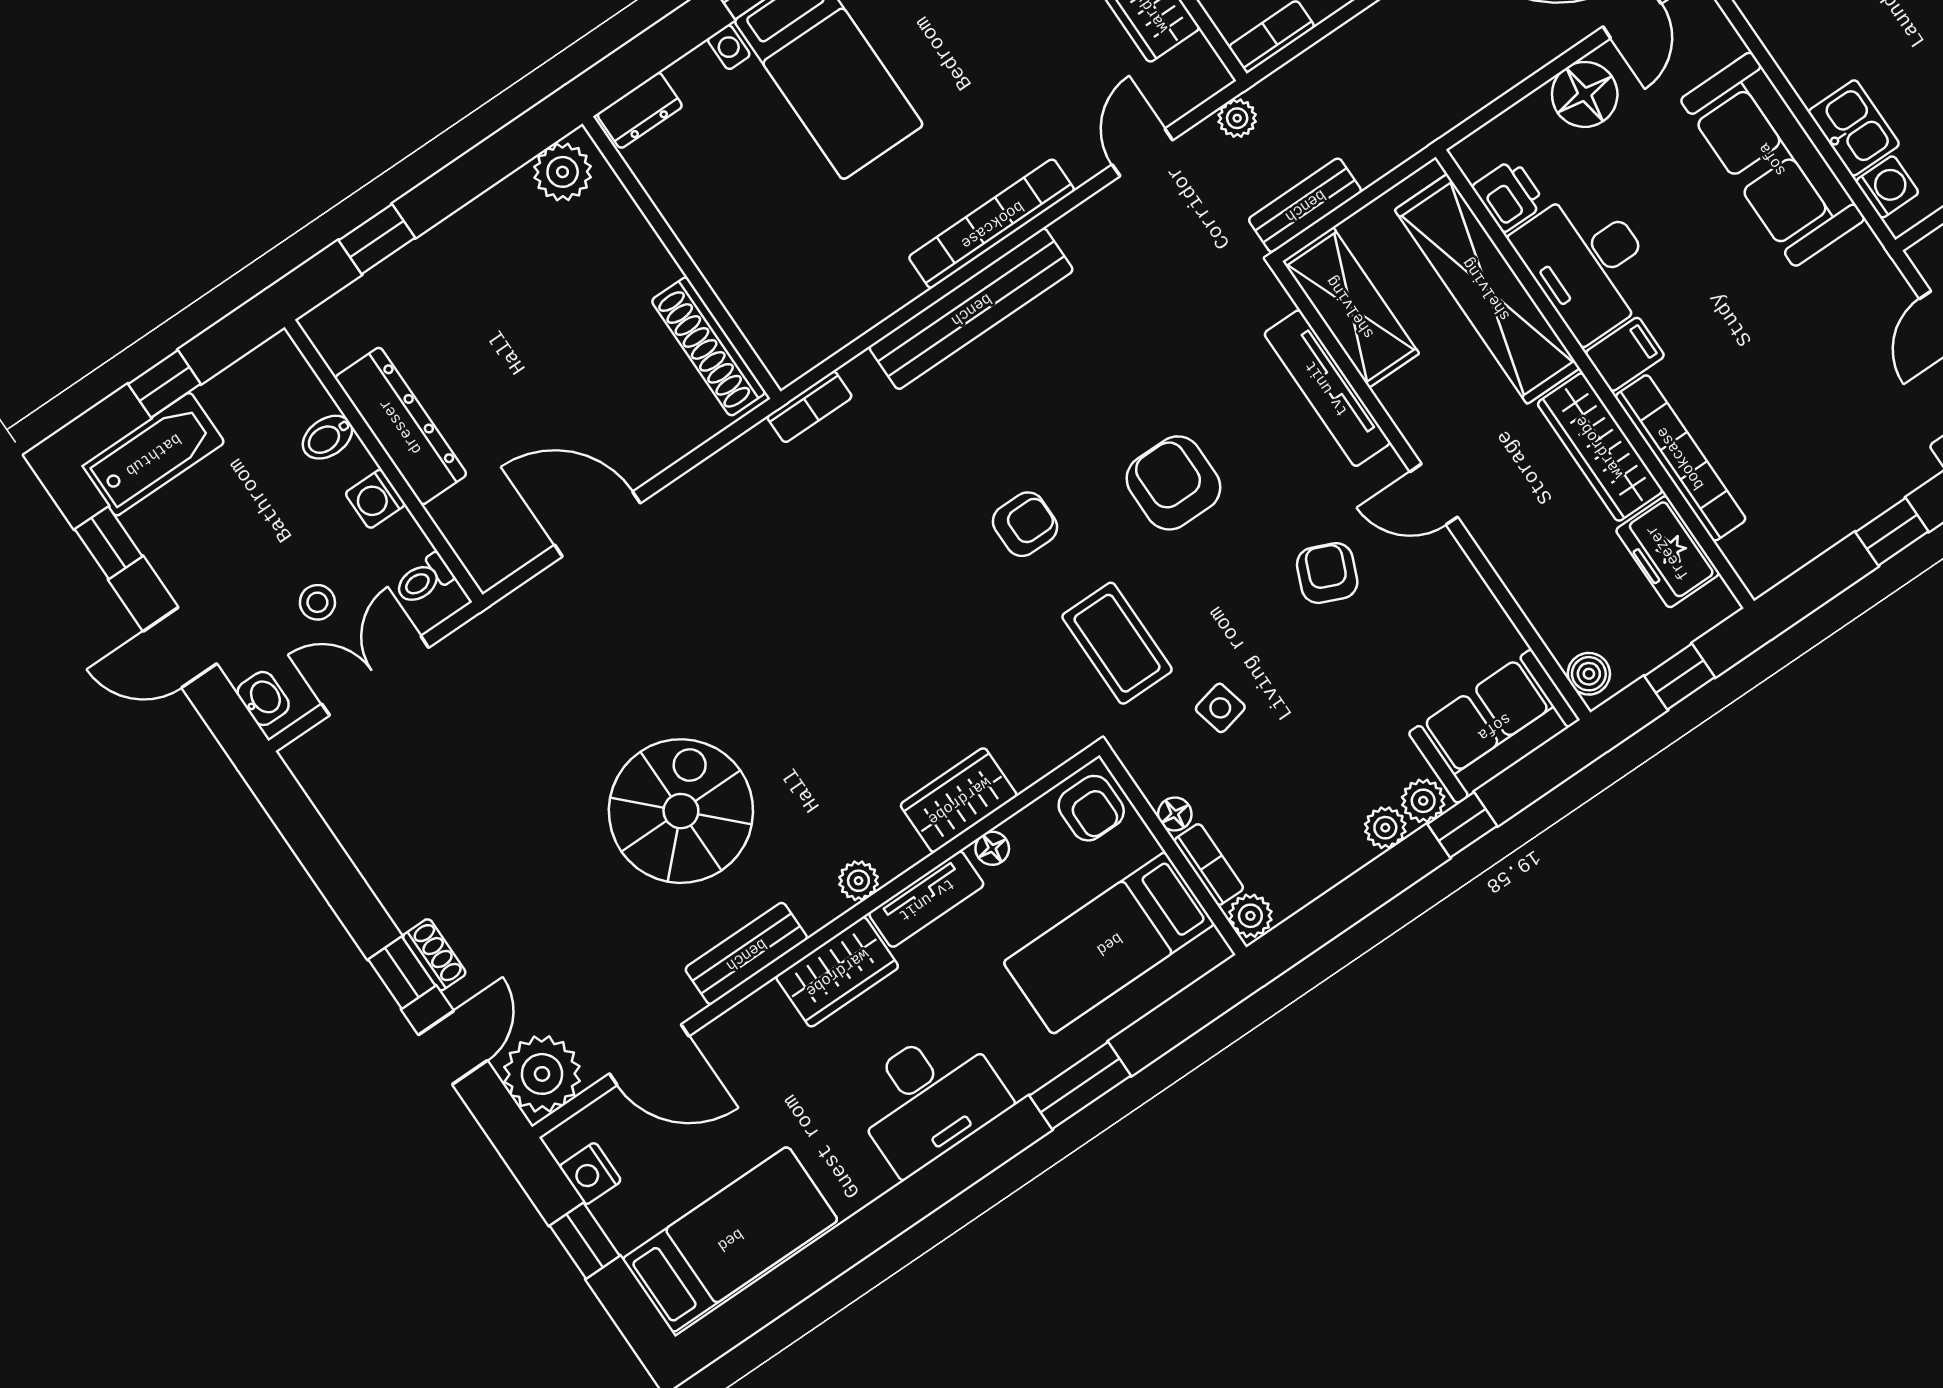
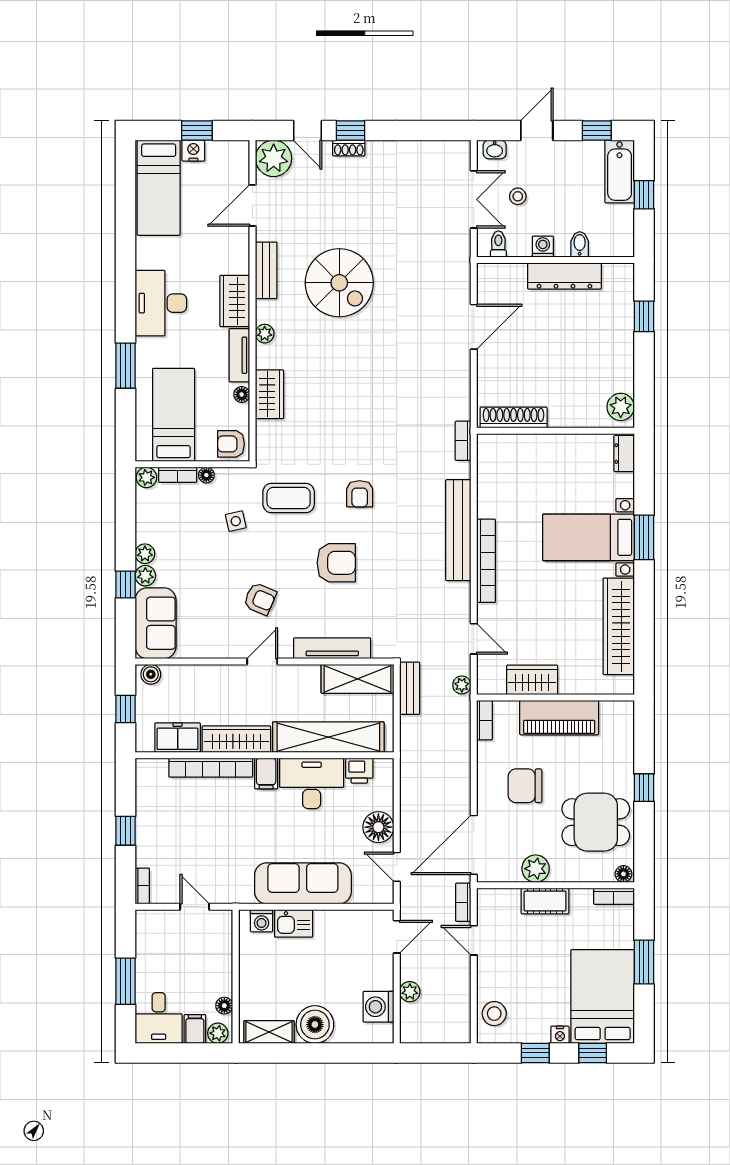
nightstand: (590, 1174) -> (193, 151), moved

